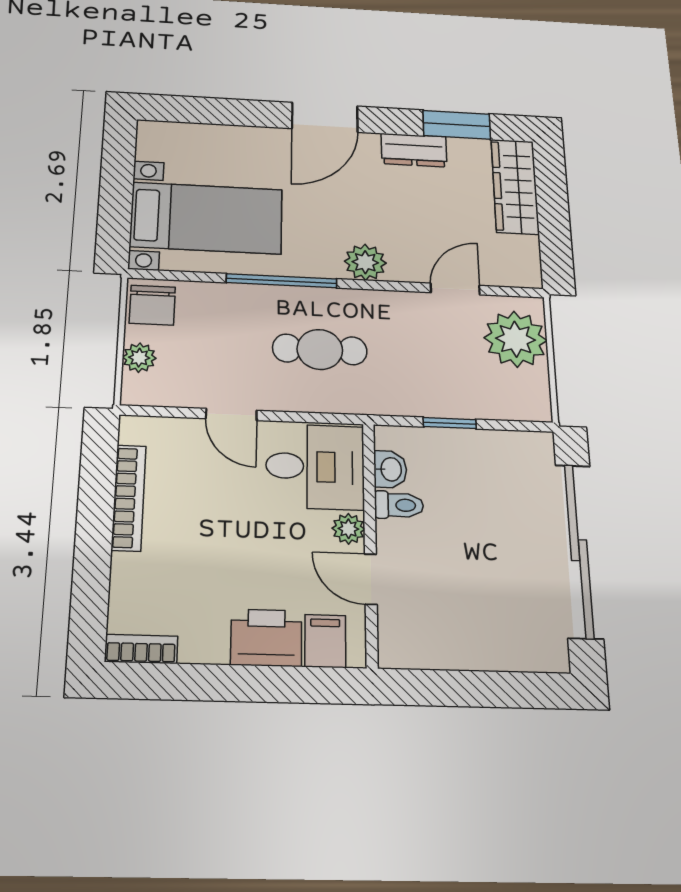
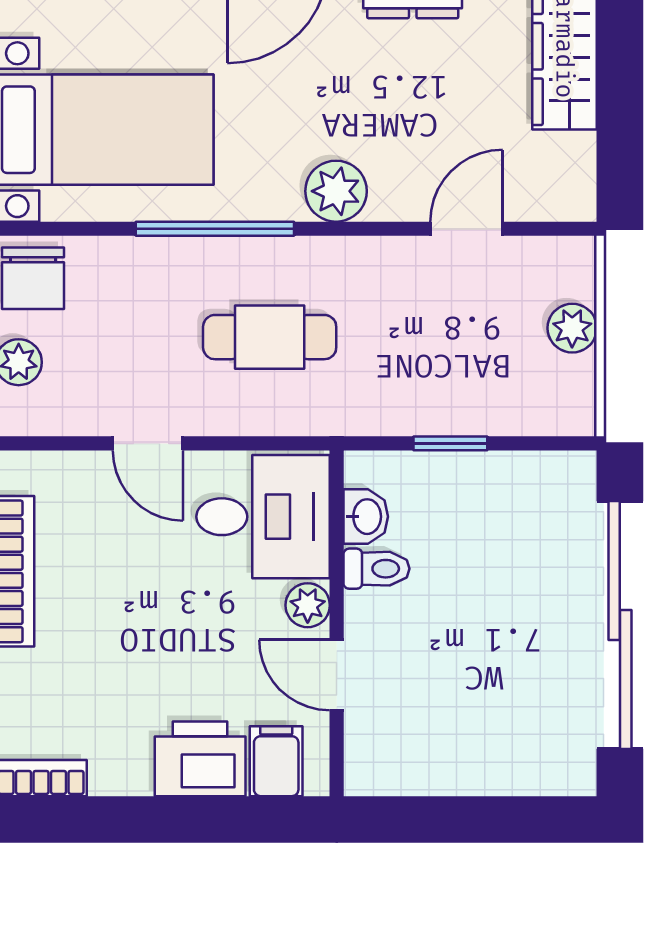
plant: (516, 339) -> (572, 328), width x0.53, depth x0.53

